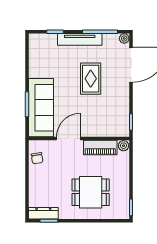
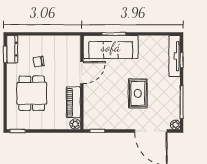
tv unit: (80, 39) -> (174, 56), moved
rug: (91, 79) -> (138, 93), turned 90
door: (69, 139) -> (82, 73), hinge flipped
chair: (37, 158) -> (39, 62), moved

